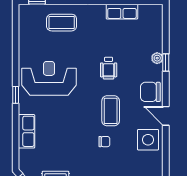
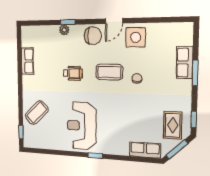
coffee table: (62, 23) -> (37, 113), turned 47
chair: (150, 92) -> (93, 36), turned -90
row of seats: (26, 131) -> (145, 150), moved

